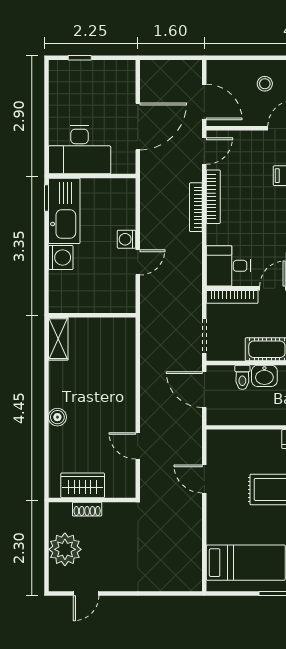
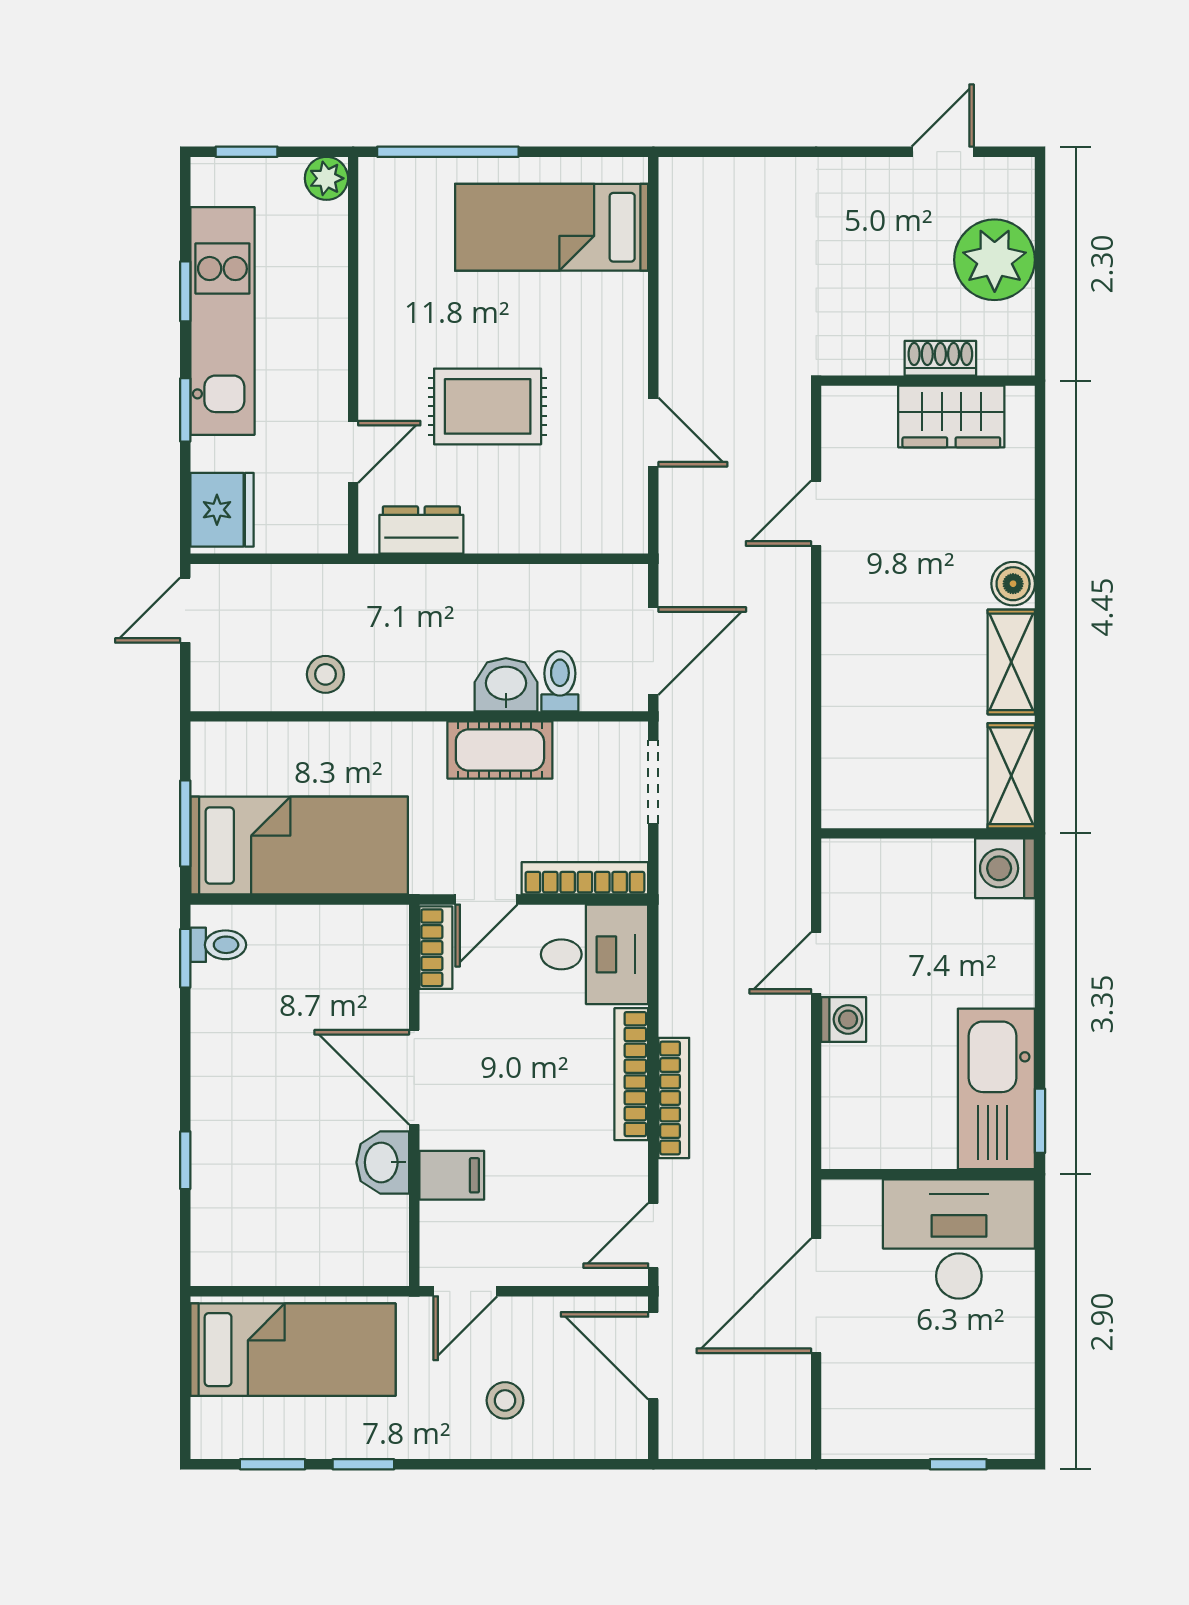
bookcase: (213, 197) -> (631, 1074), moved
washing machine: (61, 257) -> (1005, 868), moved
shelving: (58, 385) -> (1011, 662), added
door: (204, 390) -> (653, 651), hinge flipped
door: (138, 446) -> (816, 513), swing flipped

